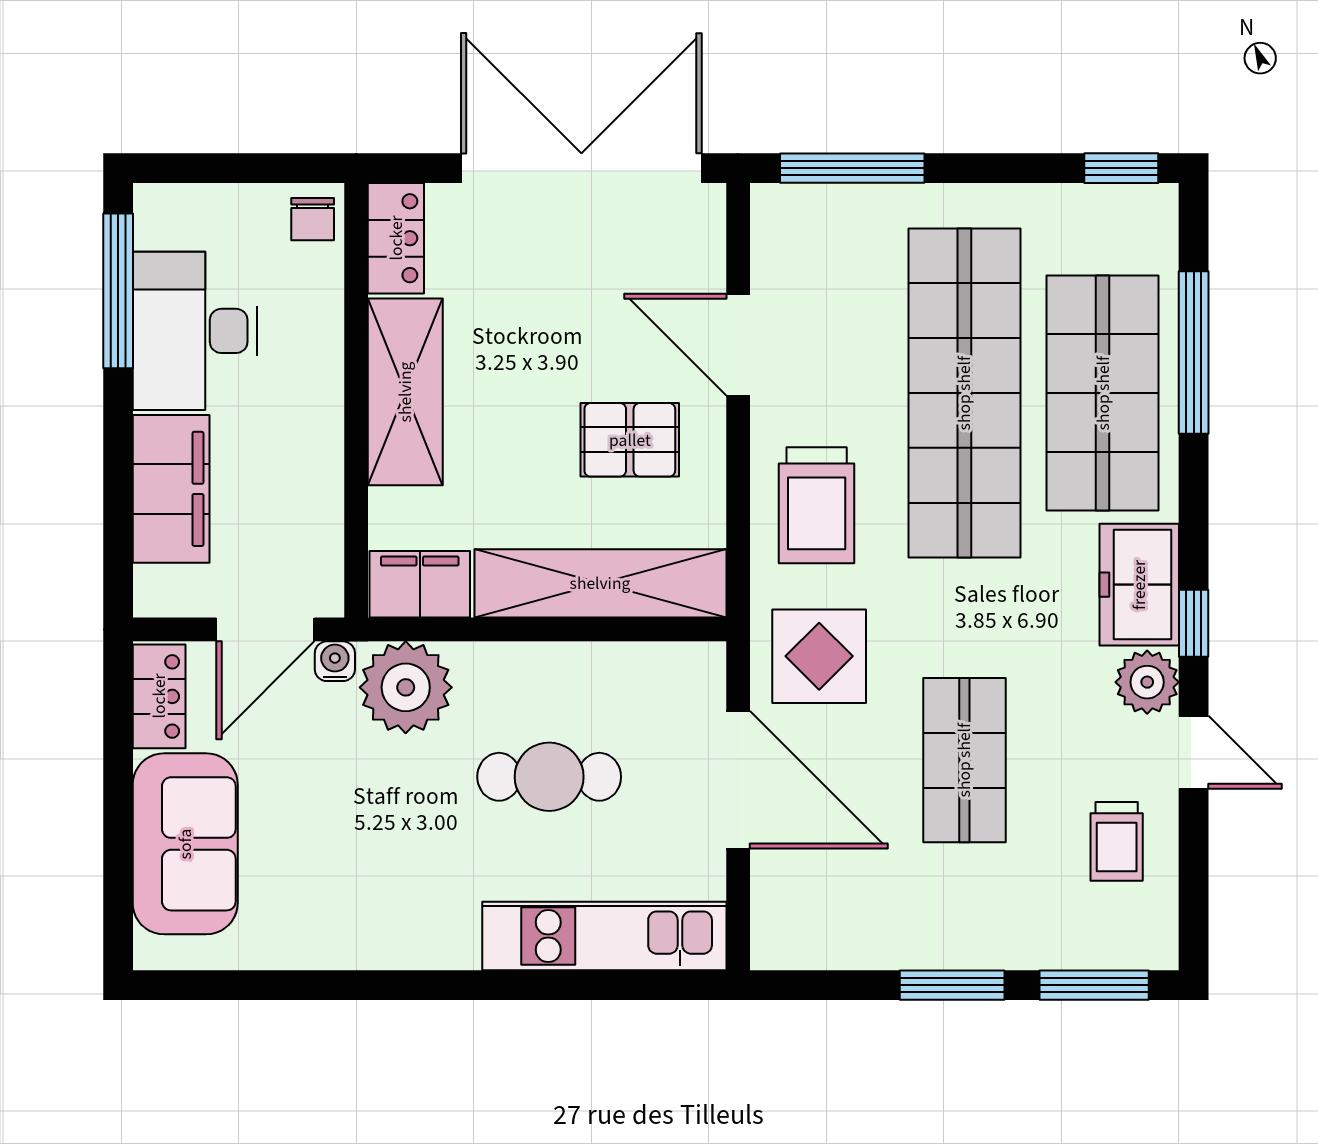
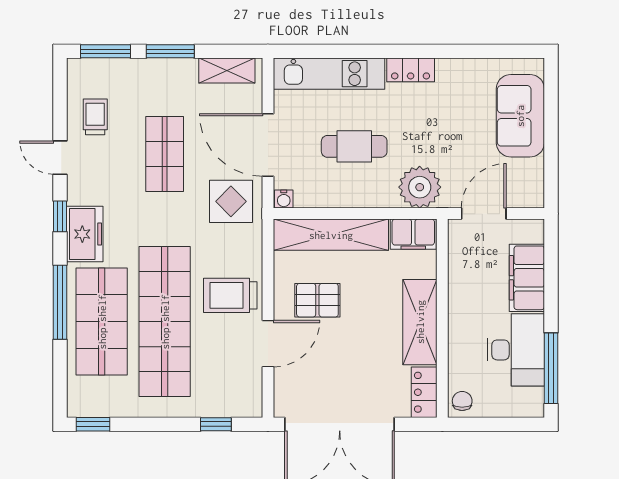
window: (852, 168) -> (216, 424), width x0.46
door: (738, 345) -> (268, 344), hinge flipped
window: (1194, 353) -> (60, 302), moved
trolley: (817, 505) -> (230, 295), moved, turned -90
water cooler: (335, 661) -> (284, 199), moved
plant: (1147, 682) -> (81, 190), removed
locker: (159, 696) -> (411, 70), moved, turned -90
shelving: (828, 943) -> (227, 71), added

